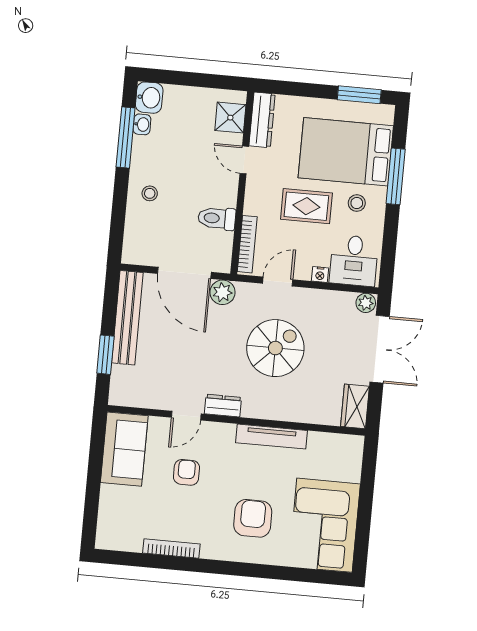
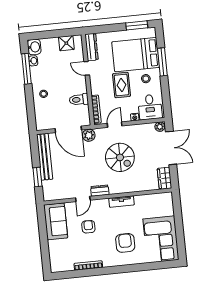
shower: (230, 118) -> (66, 43), moved
rug: (306, 206) -> (122, 85), turned 90
spiral stairs: (275, 348) -> (120, 157), turned 90
tv unit: (271, 437) -> (121, 202), width x0.71

